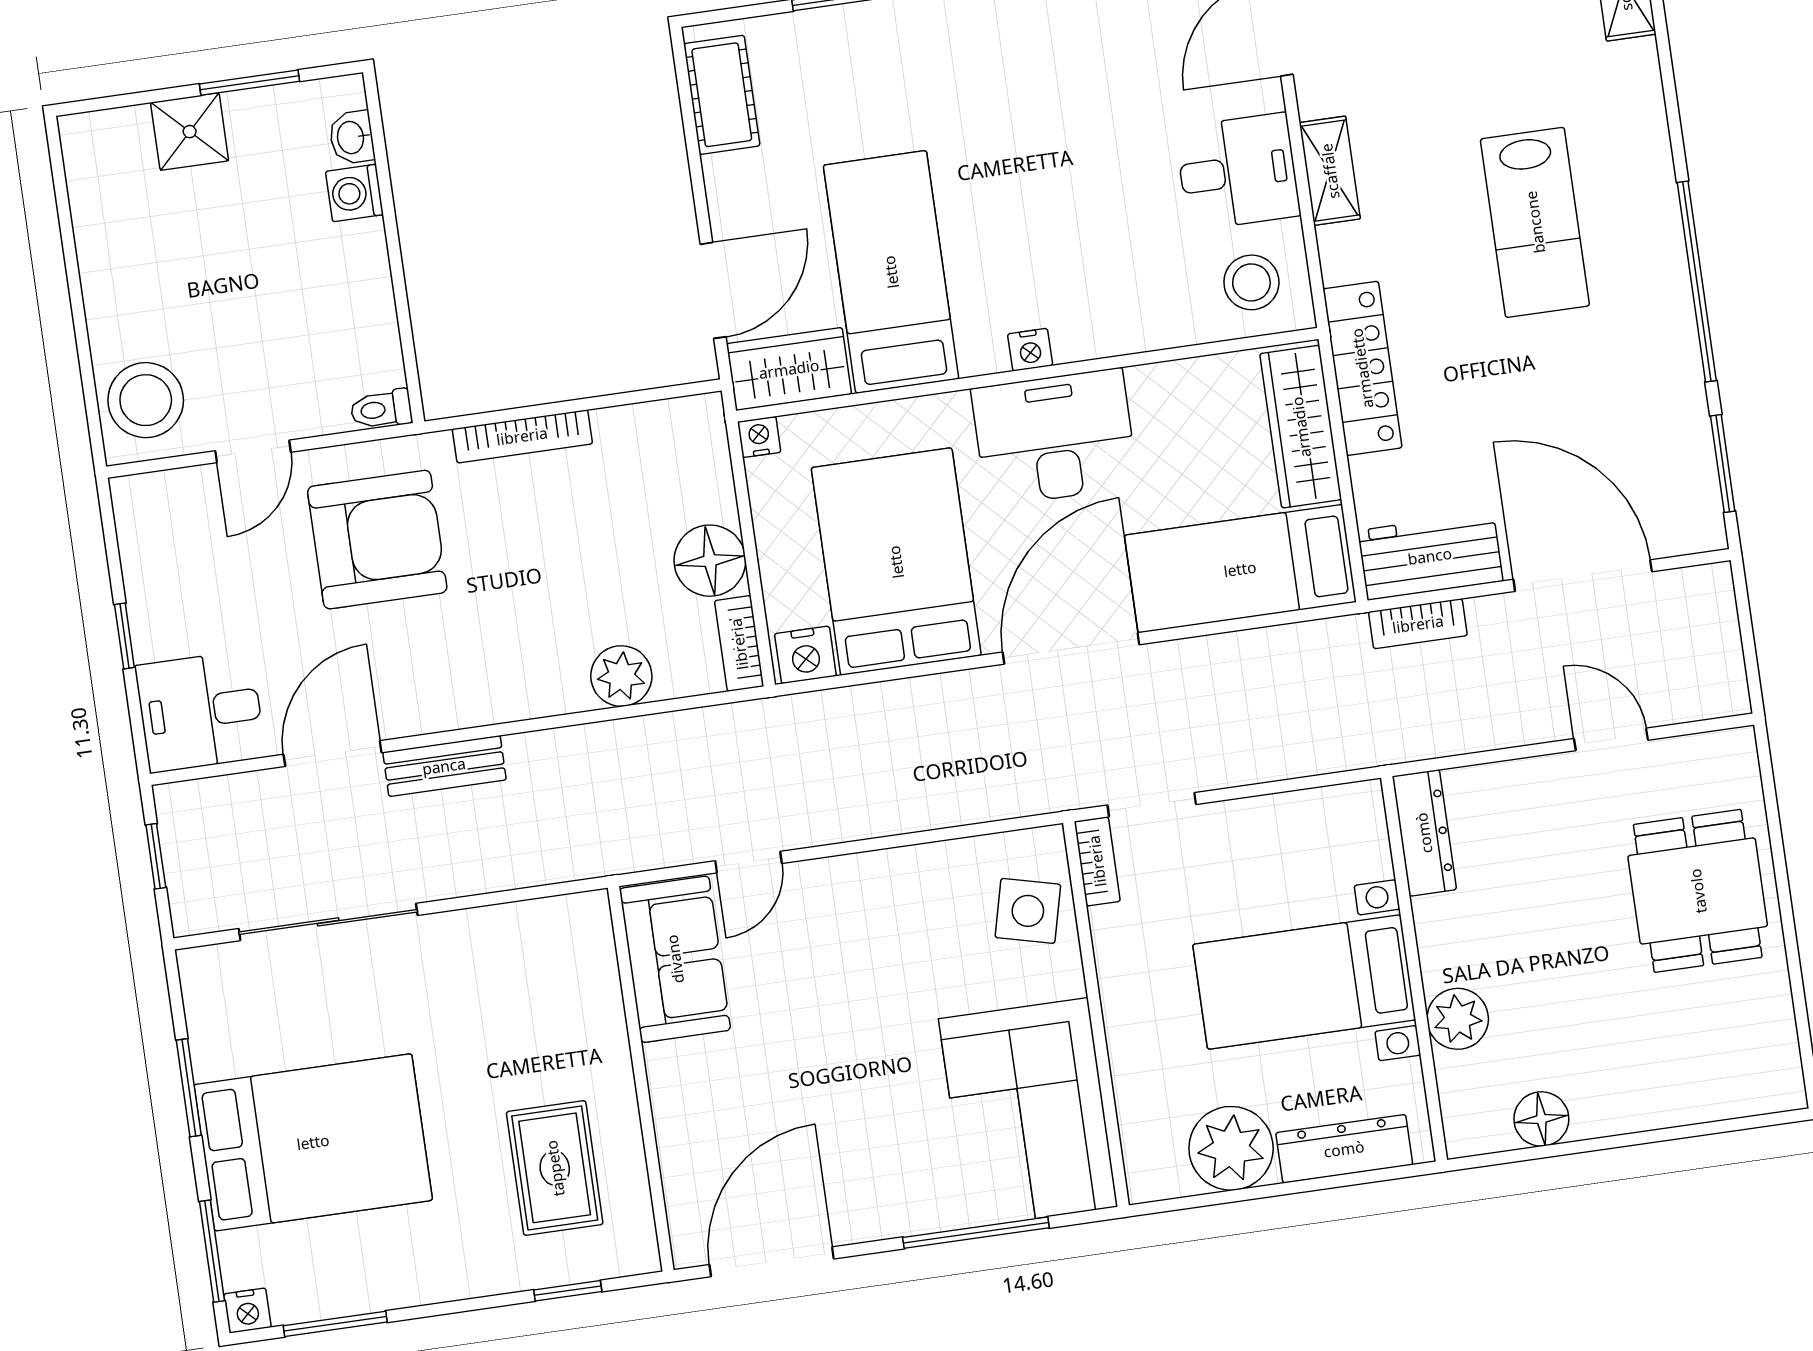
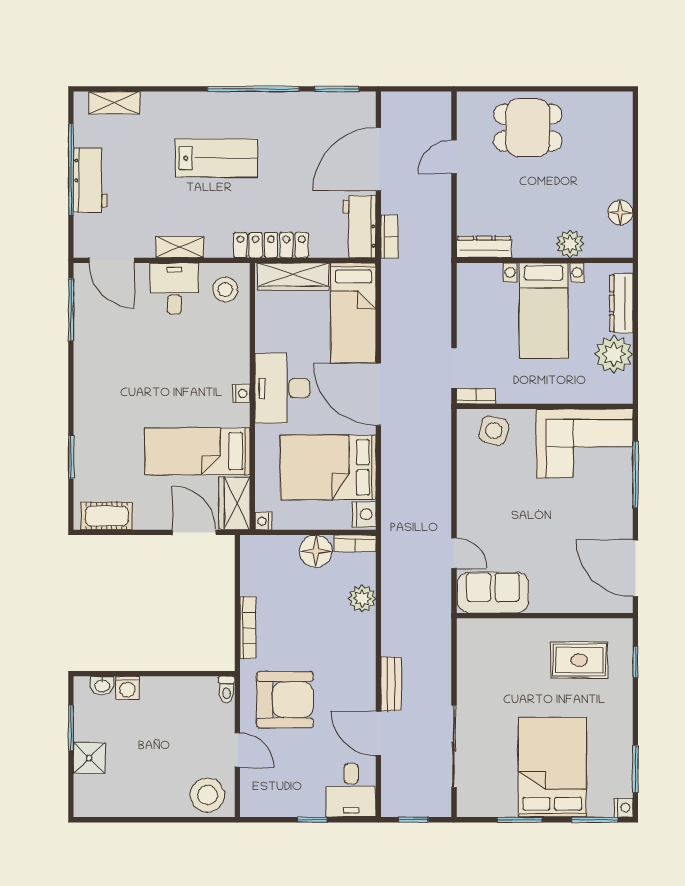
armchair: (377, 540) -> (285, 700), turned 90

